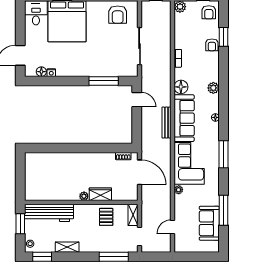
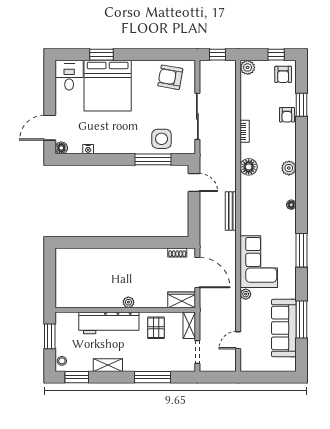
armchair: (118, 15) -> (170, 77), turned 100
side table: (111, 64) -> (162, 139), added
floor lamp: (41, 72) -> (61, 148), moved
sofa: (184, 118) -> (253, 205), removed
wardrobe: (100, 194) -> (182, 300), moved
workbench: (49, 213) -> (109, 323), moved
sofa: (209, 223) -> (284, 328), width x1.36
window: (114, 257) -> (153, 377), moved

